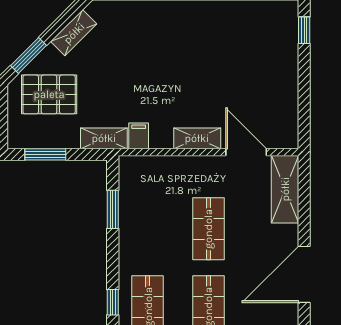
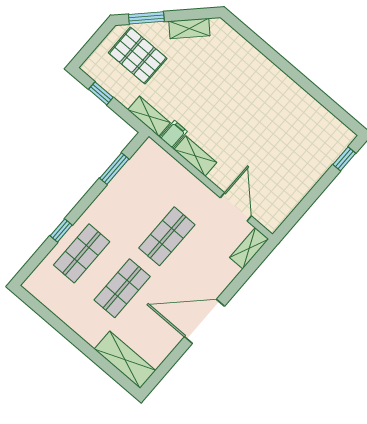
shelving: (197, 138) -> (195, 156), moved
window: (45, 154) -> (101, 93), width x0.67
shelving: (285, 189) -> (249, 248), width x0.67, depth x0.75

